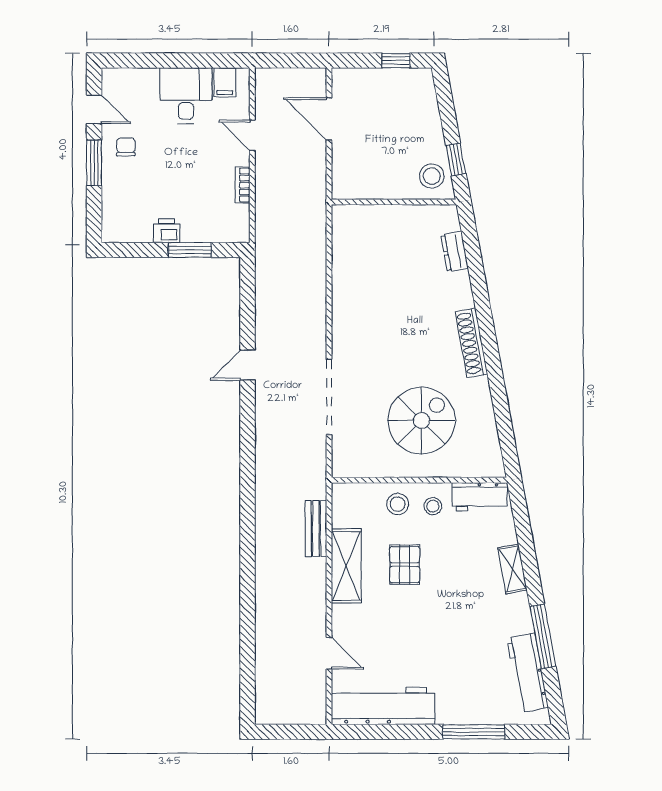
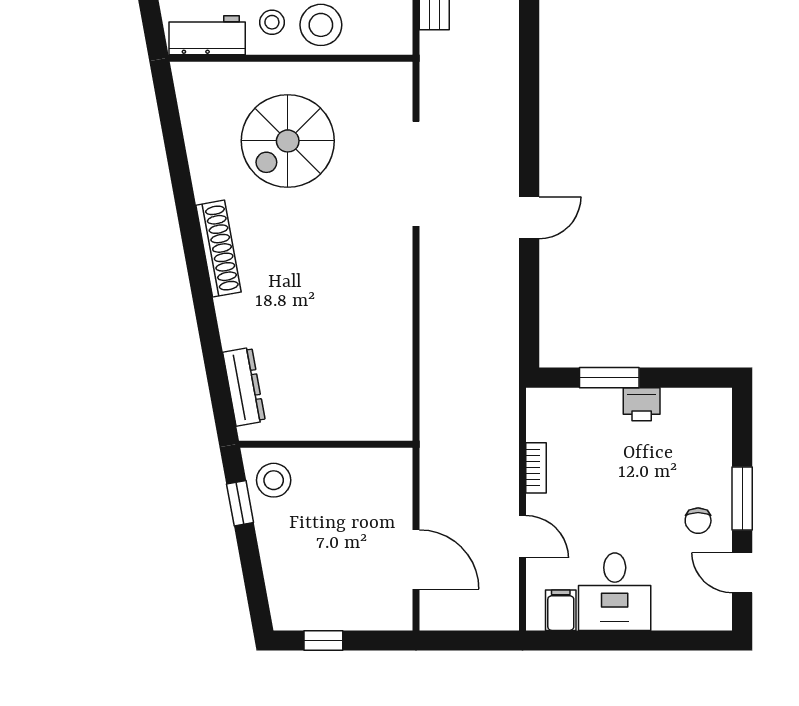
dresser: (455, 252) -> (244, 387), width x1.44
stool: (398, 504) -> (321, 25), width x1.38, depth x1.38

